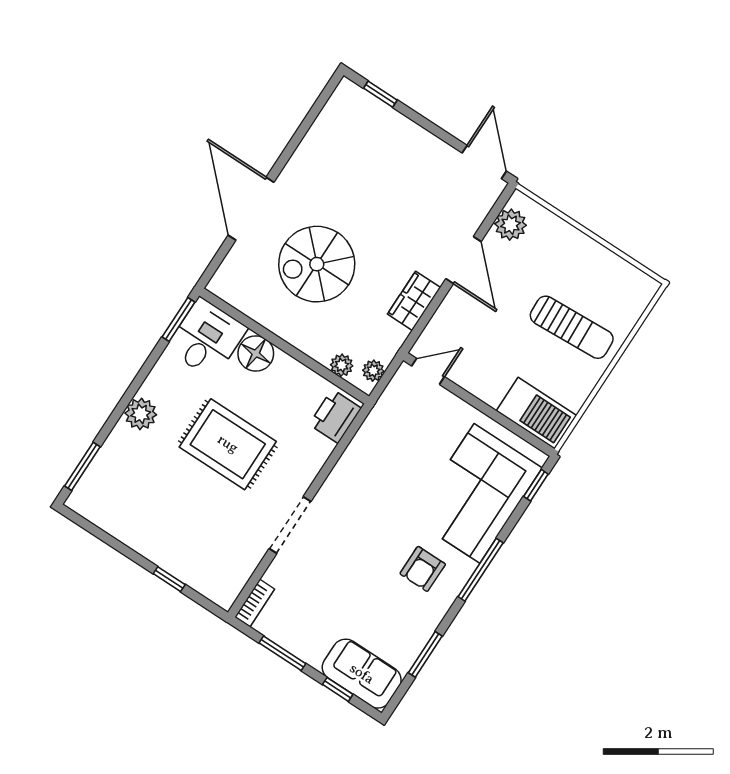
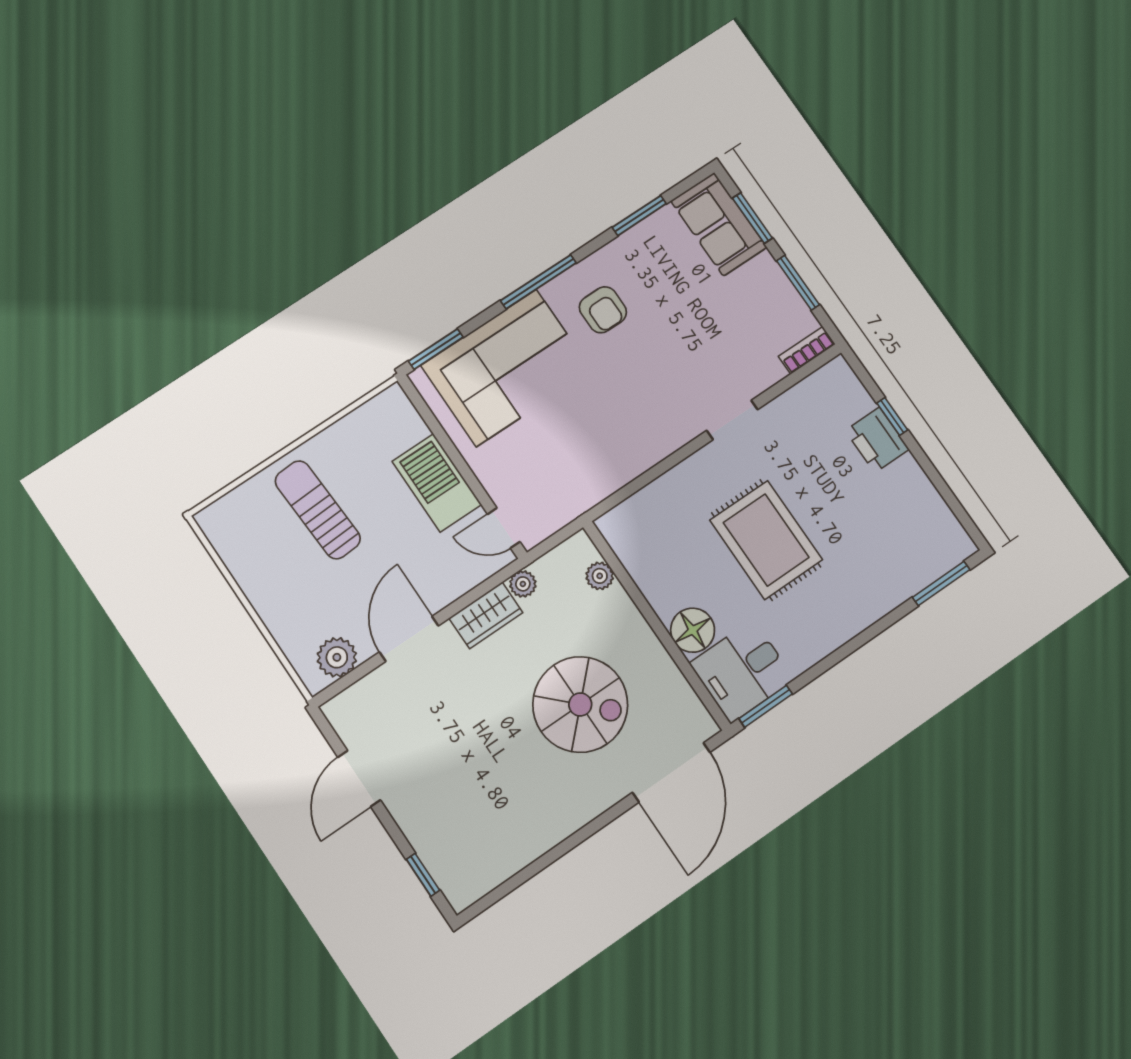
door: (484, 162) -> (359, 779), moved
door: (251, 209) -> (671, 772), moved
plant: (373, 371) -> (523, 584), moved
barbecue: (536, 413) -> (437, 483), moved
plant: (141, 414) -> (852, 616), removed
printer: (335, 416) -> (877, 440), moved, turned 90
window: (536, 485) -> (436, 349), width x1.50
doorway: (290, 525) -> (732, 420), width x0.73
armchair: (423, 569) -> (603, 310), turned 90
window: (338, 689) -> (752, 218), width x1.50

